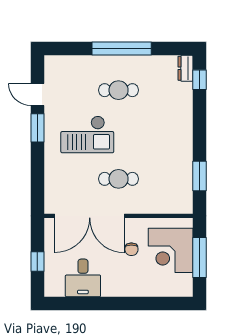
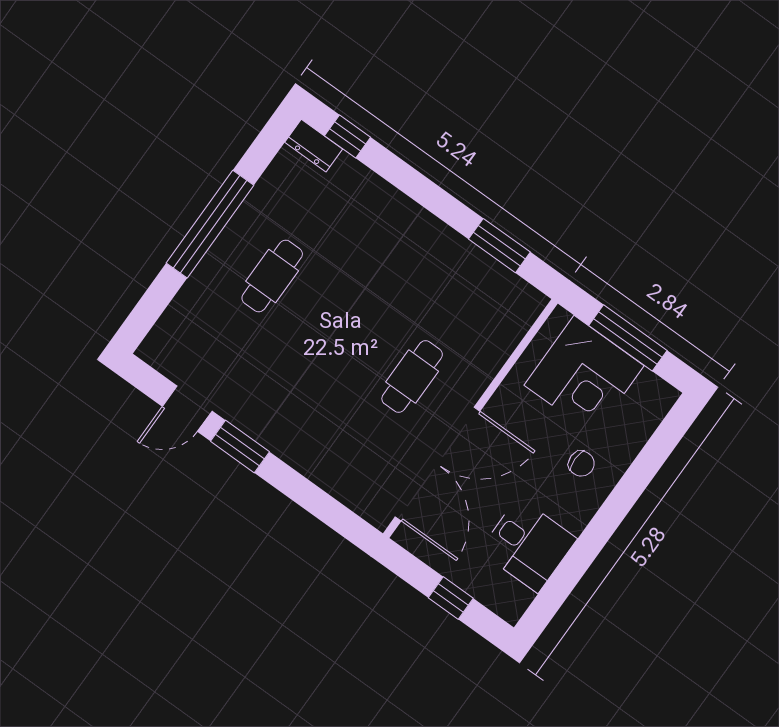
checkout: (87, 134) -> (307, 375), removed
chair: (131, 249) -> (581, 464), moved

